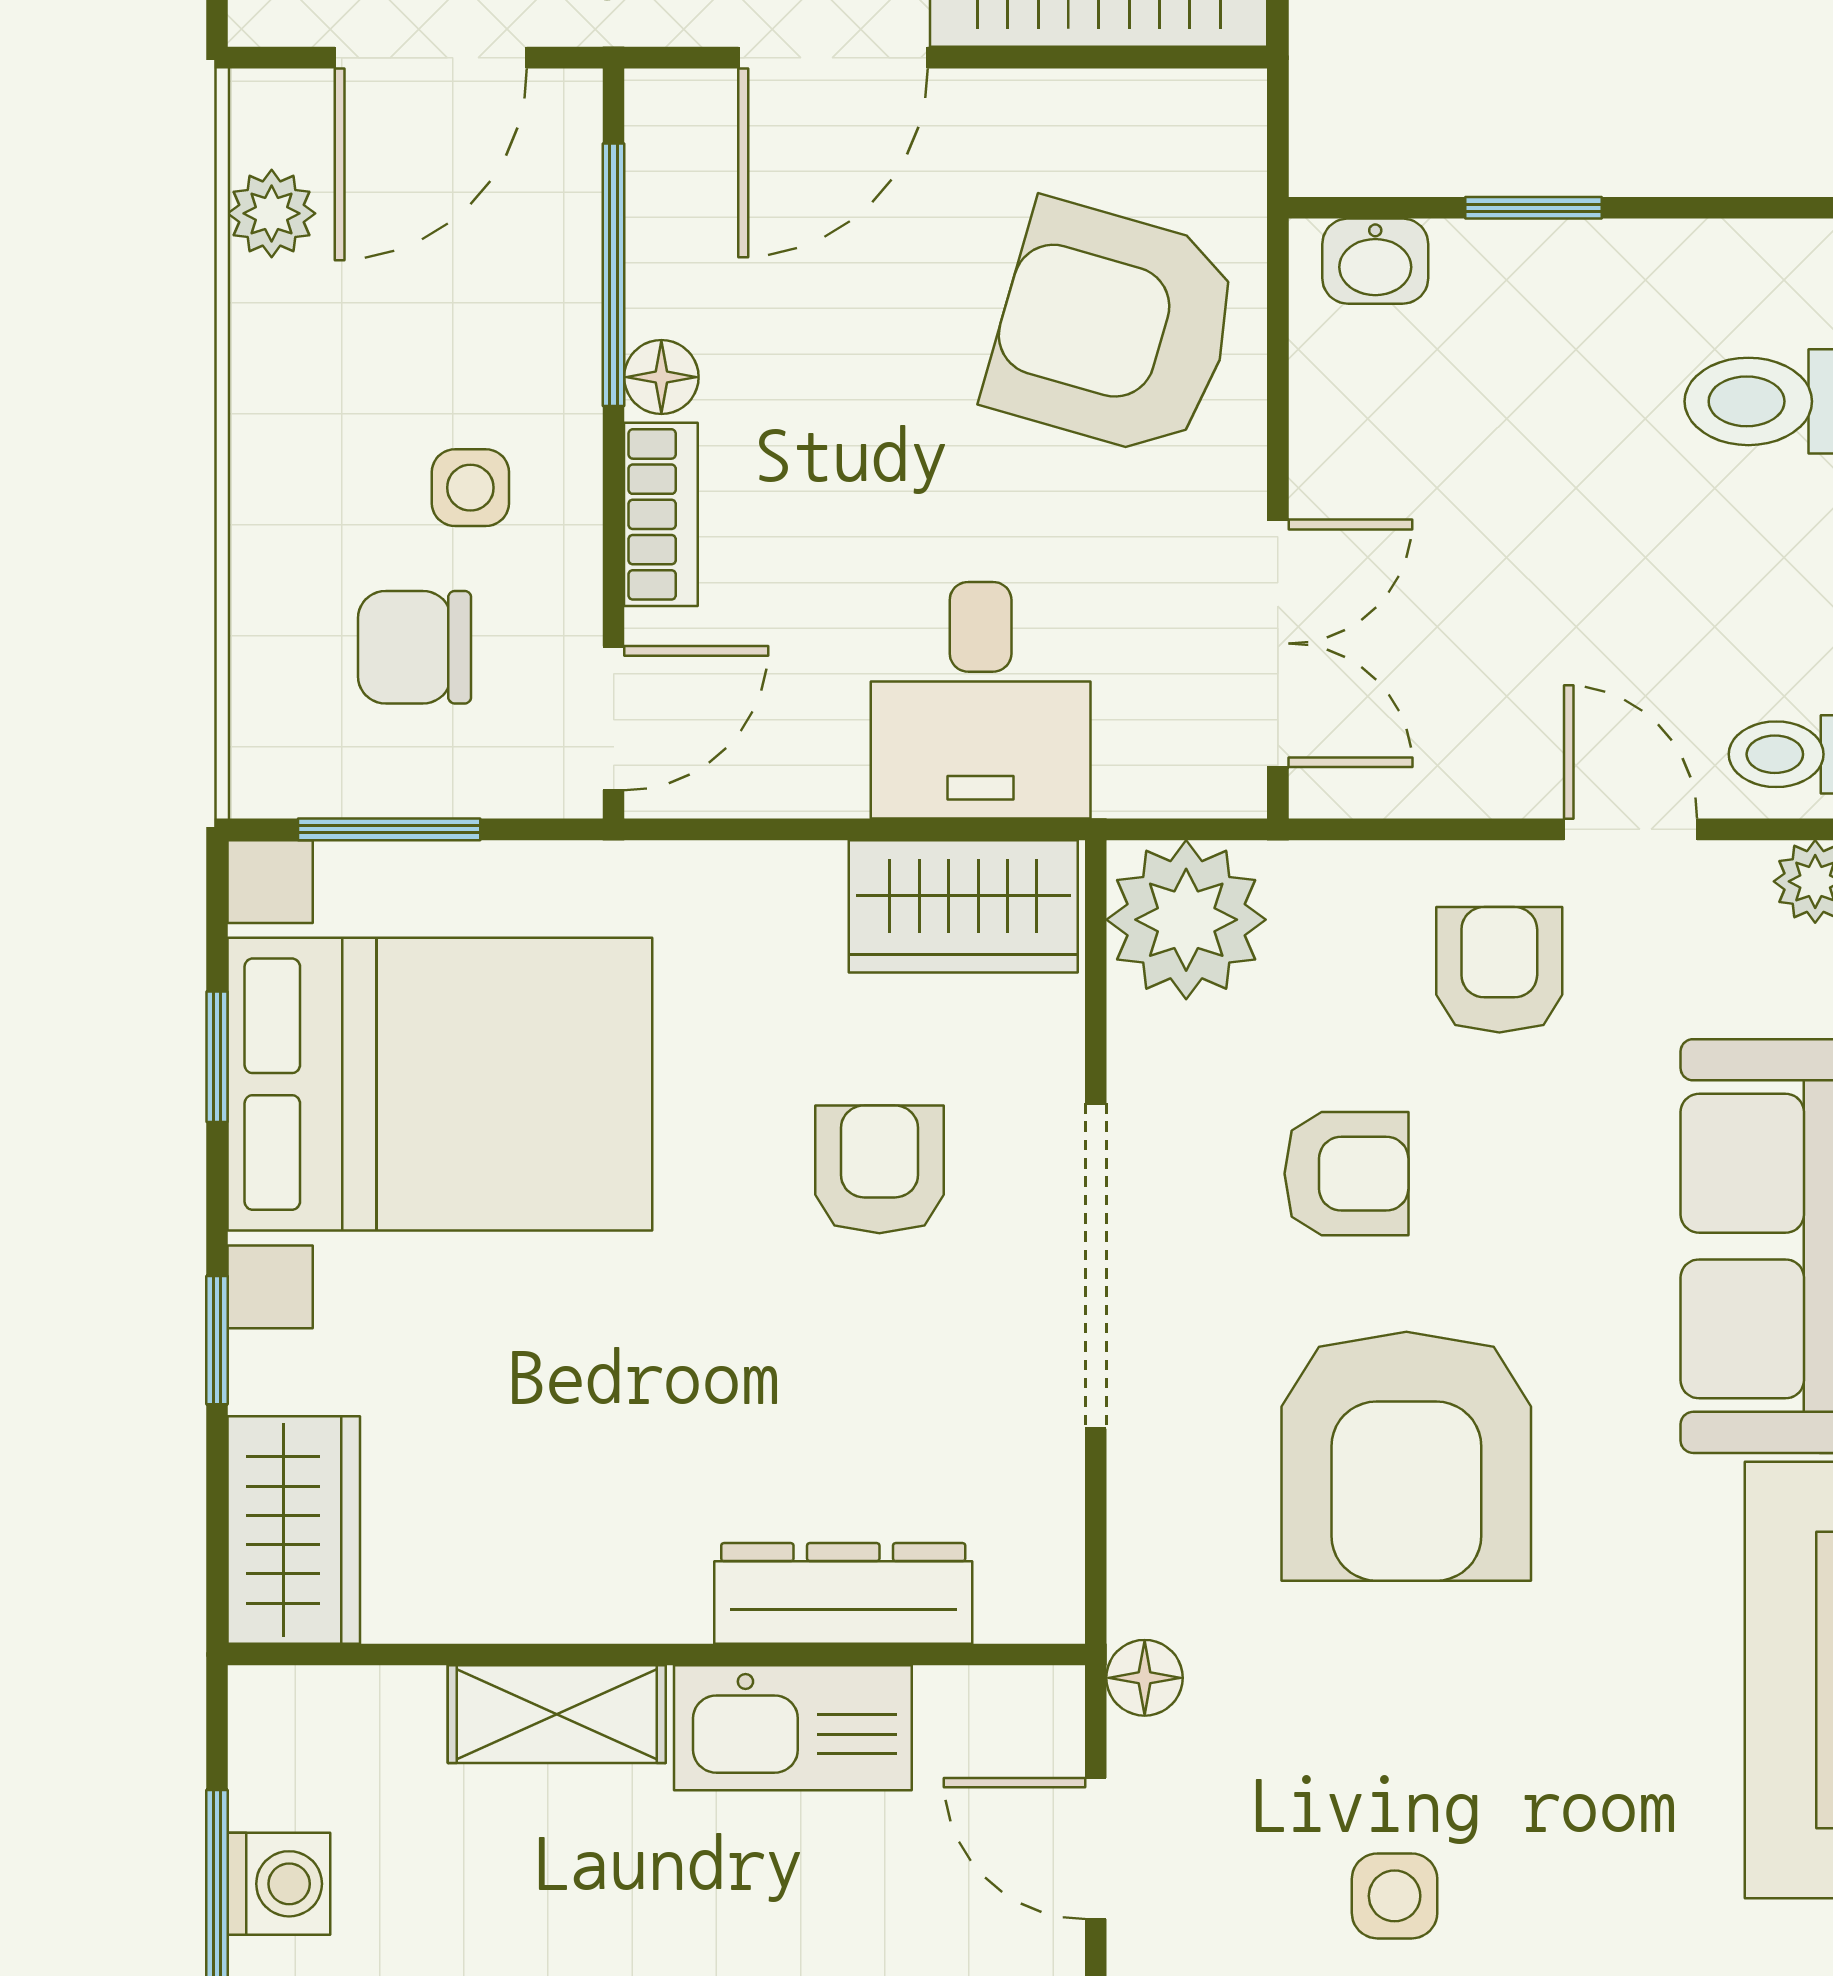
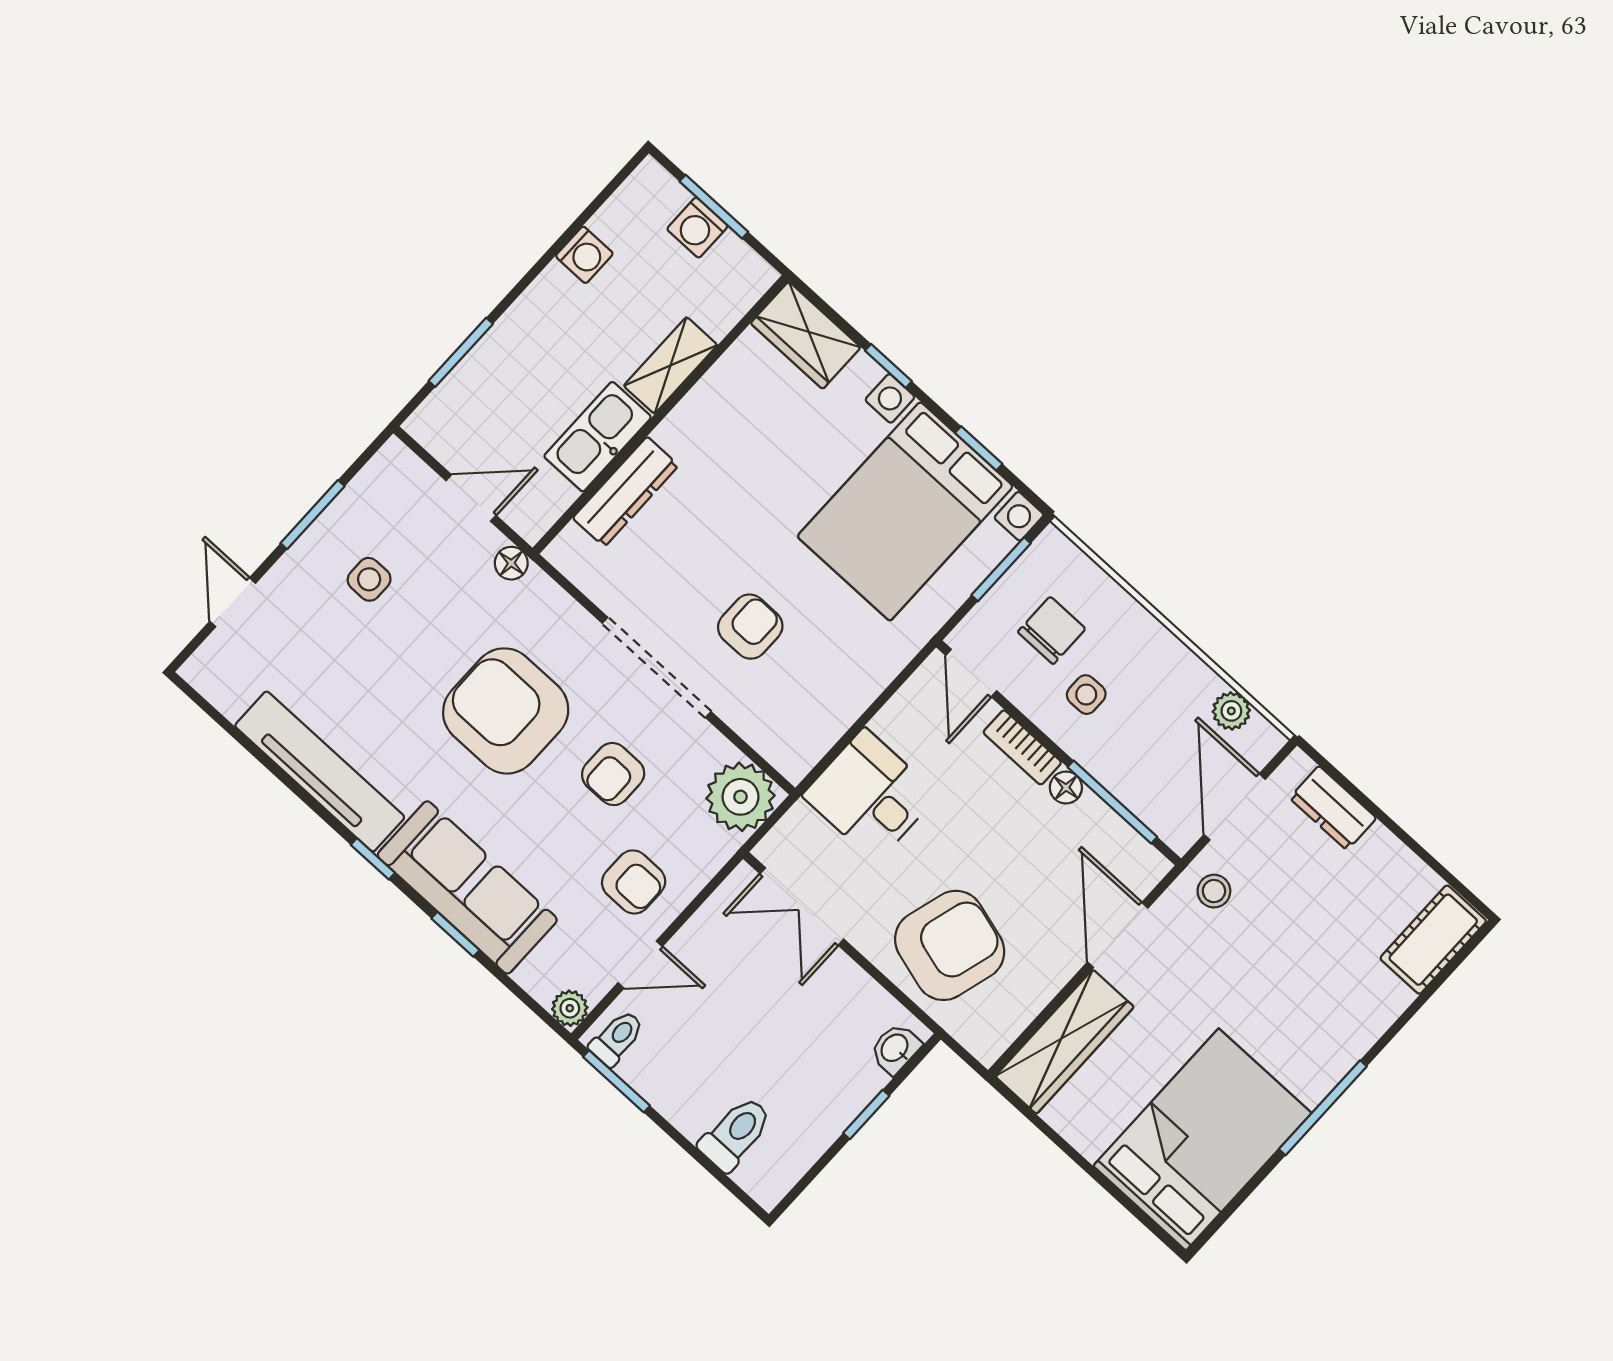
wardrobe: (963, 906) -> (810, 730), removed
armchair: (879, 1169) -> (750, 627), turned -90

